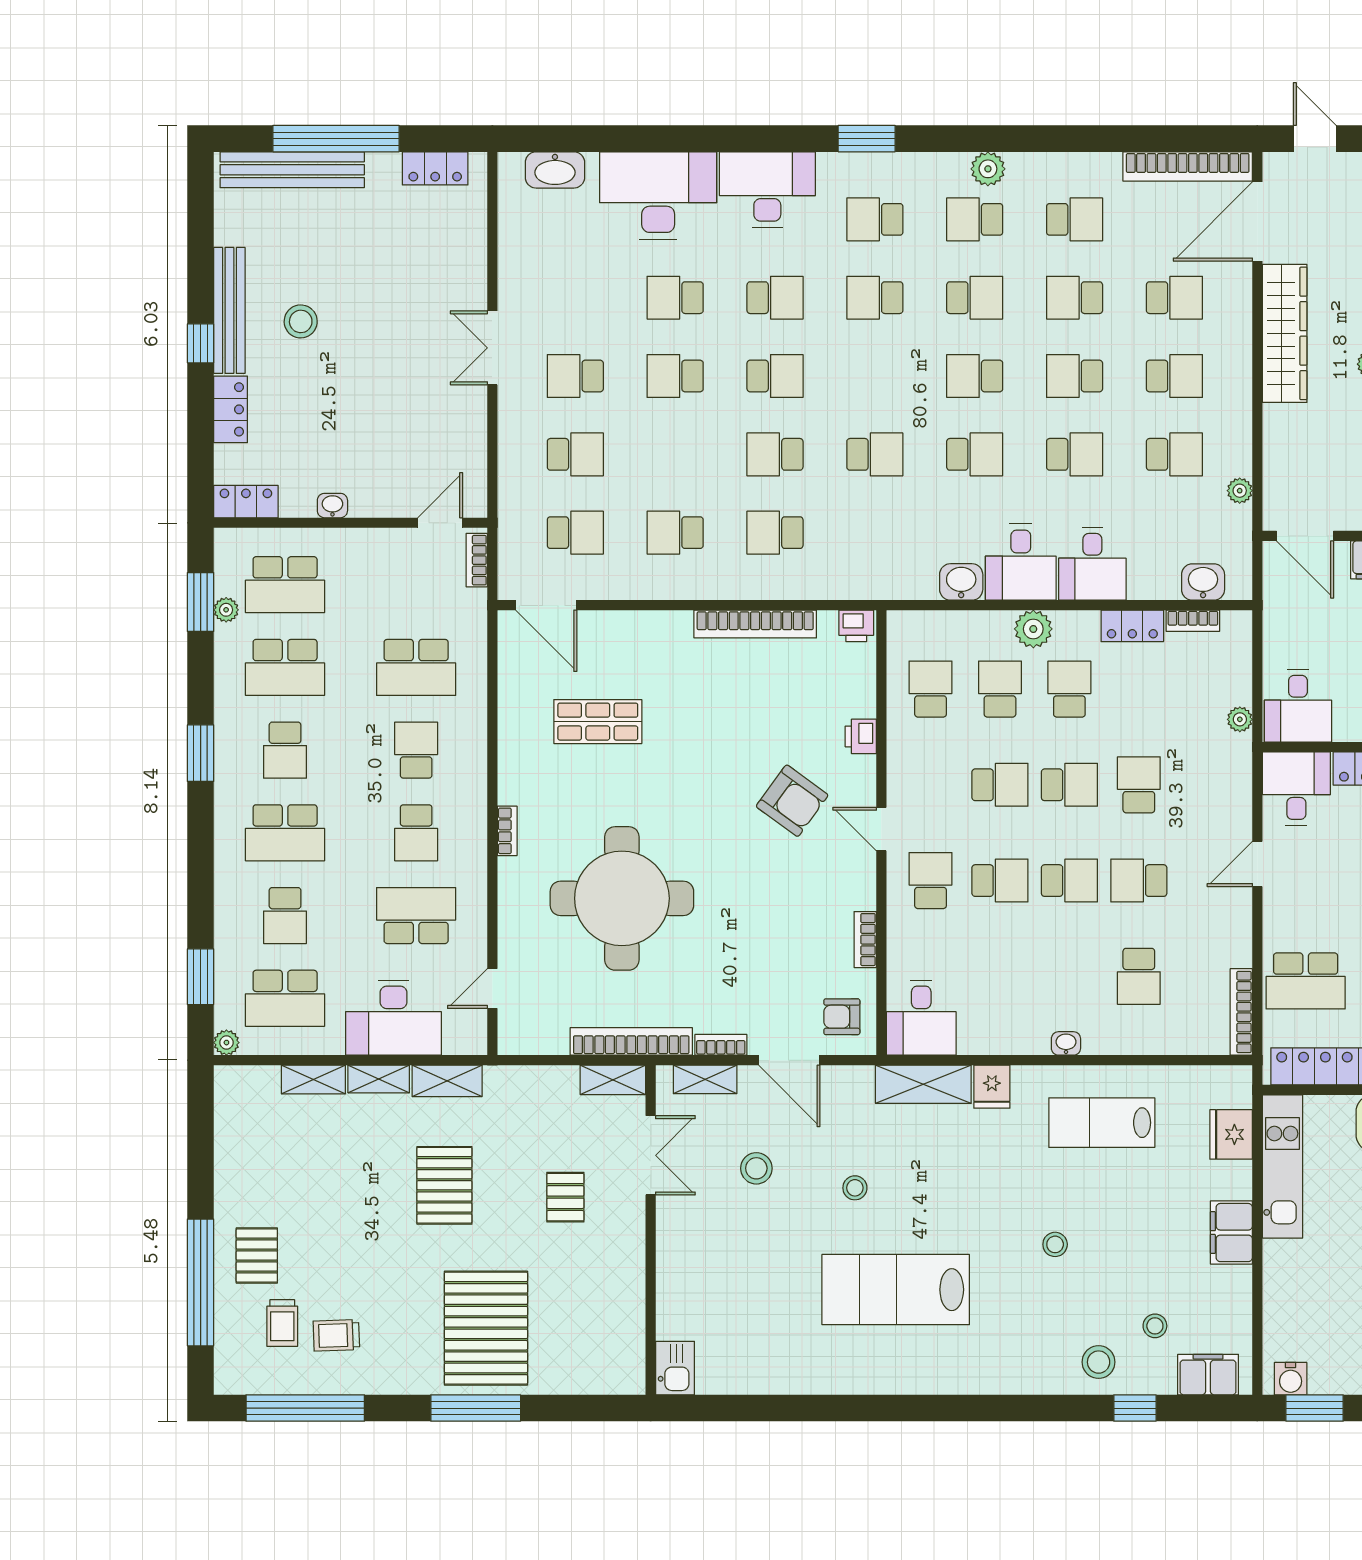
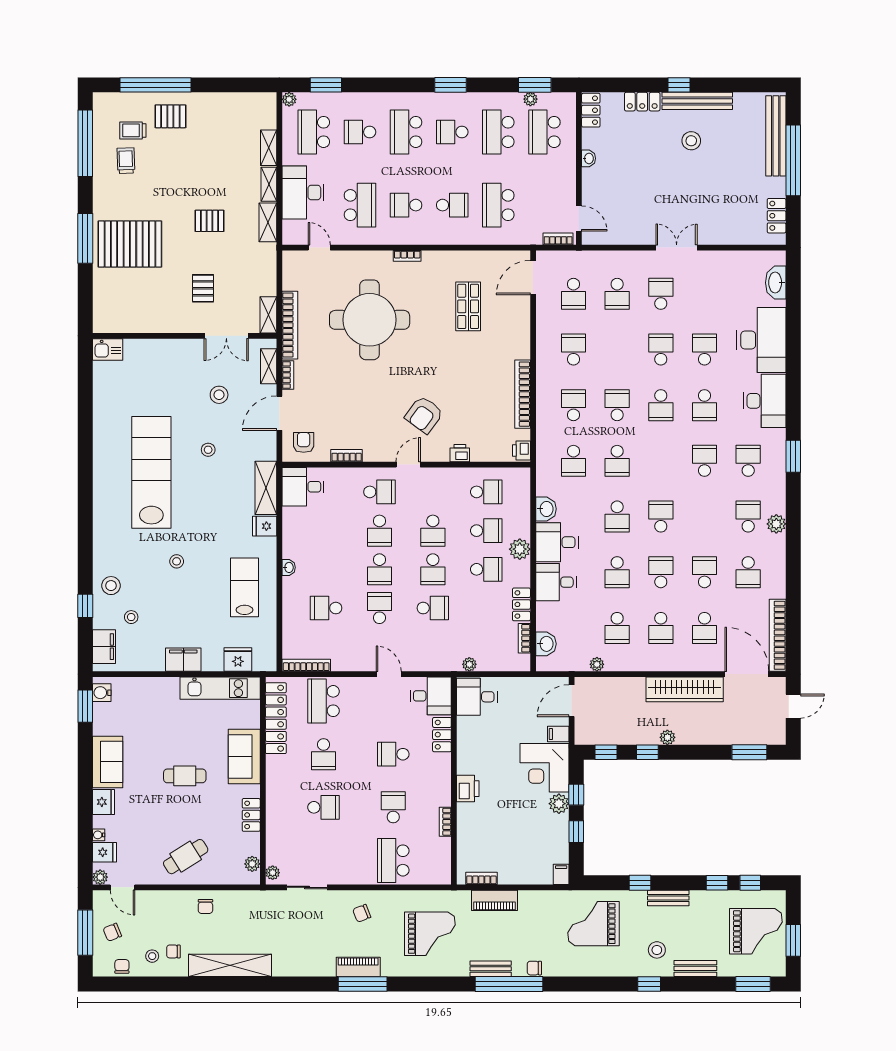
school desk: (975, 298) -> (573, 461), moved
pallet: (444, 1185) -> (210, 221), width x0.67, depth x0.71
pallet: (565, 1197) -> (203, 288), turned 90
lab bench: (896, 1290) -> (151, 472), width x1.36

